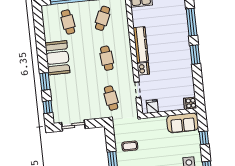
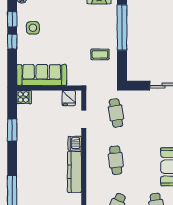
window: (195, 55) -> (12, 130), moved
sofa: (183, 123) -> (42, 75), width x1.36
window: (204, 138) -> (12, 42), moved

